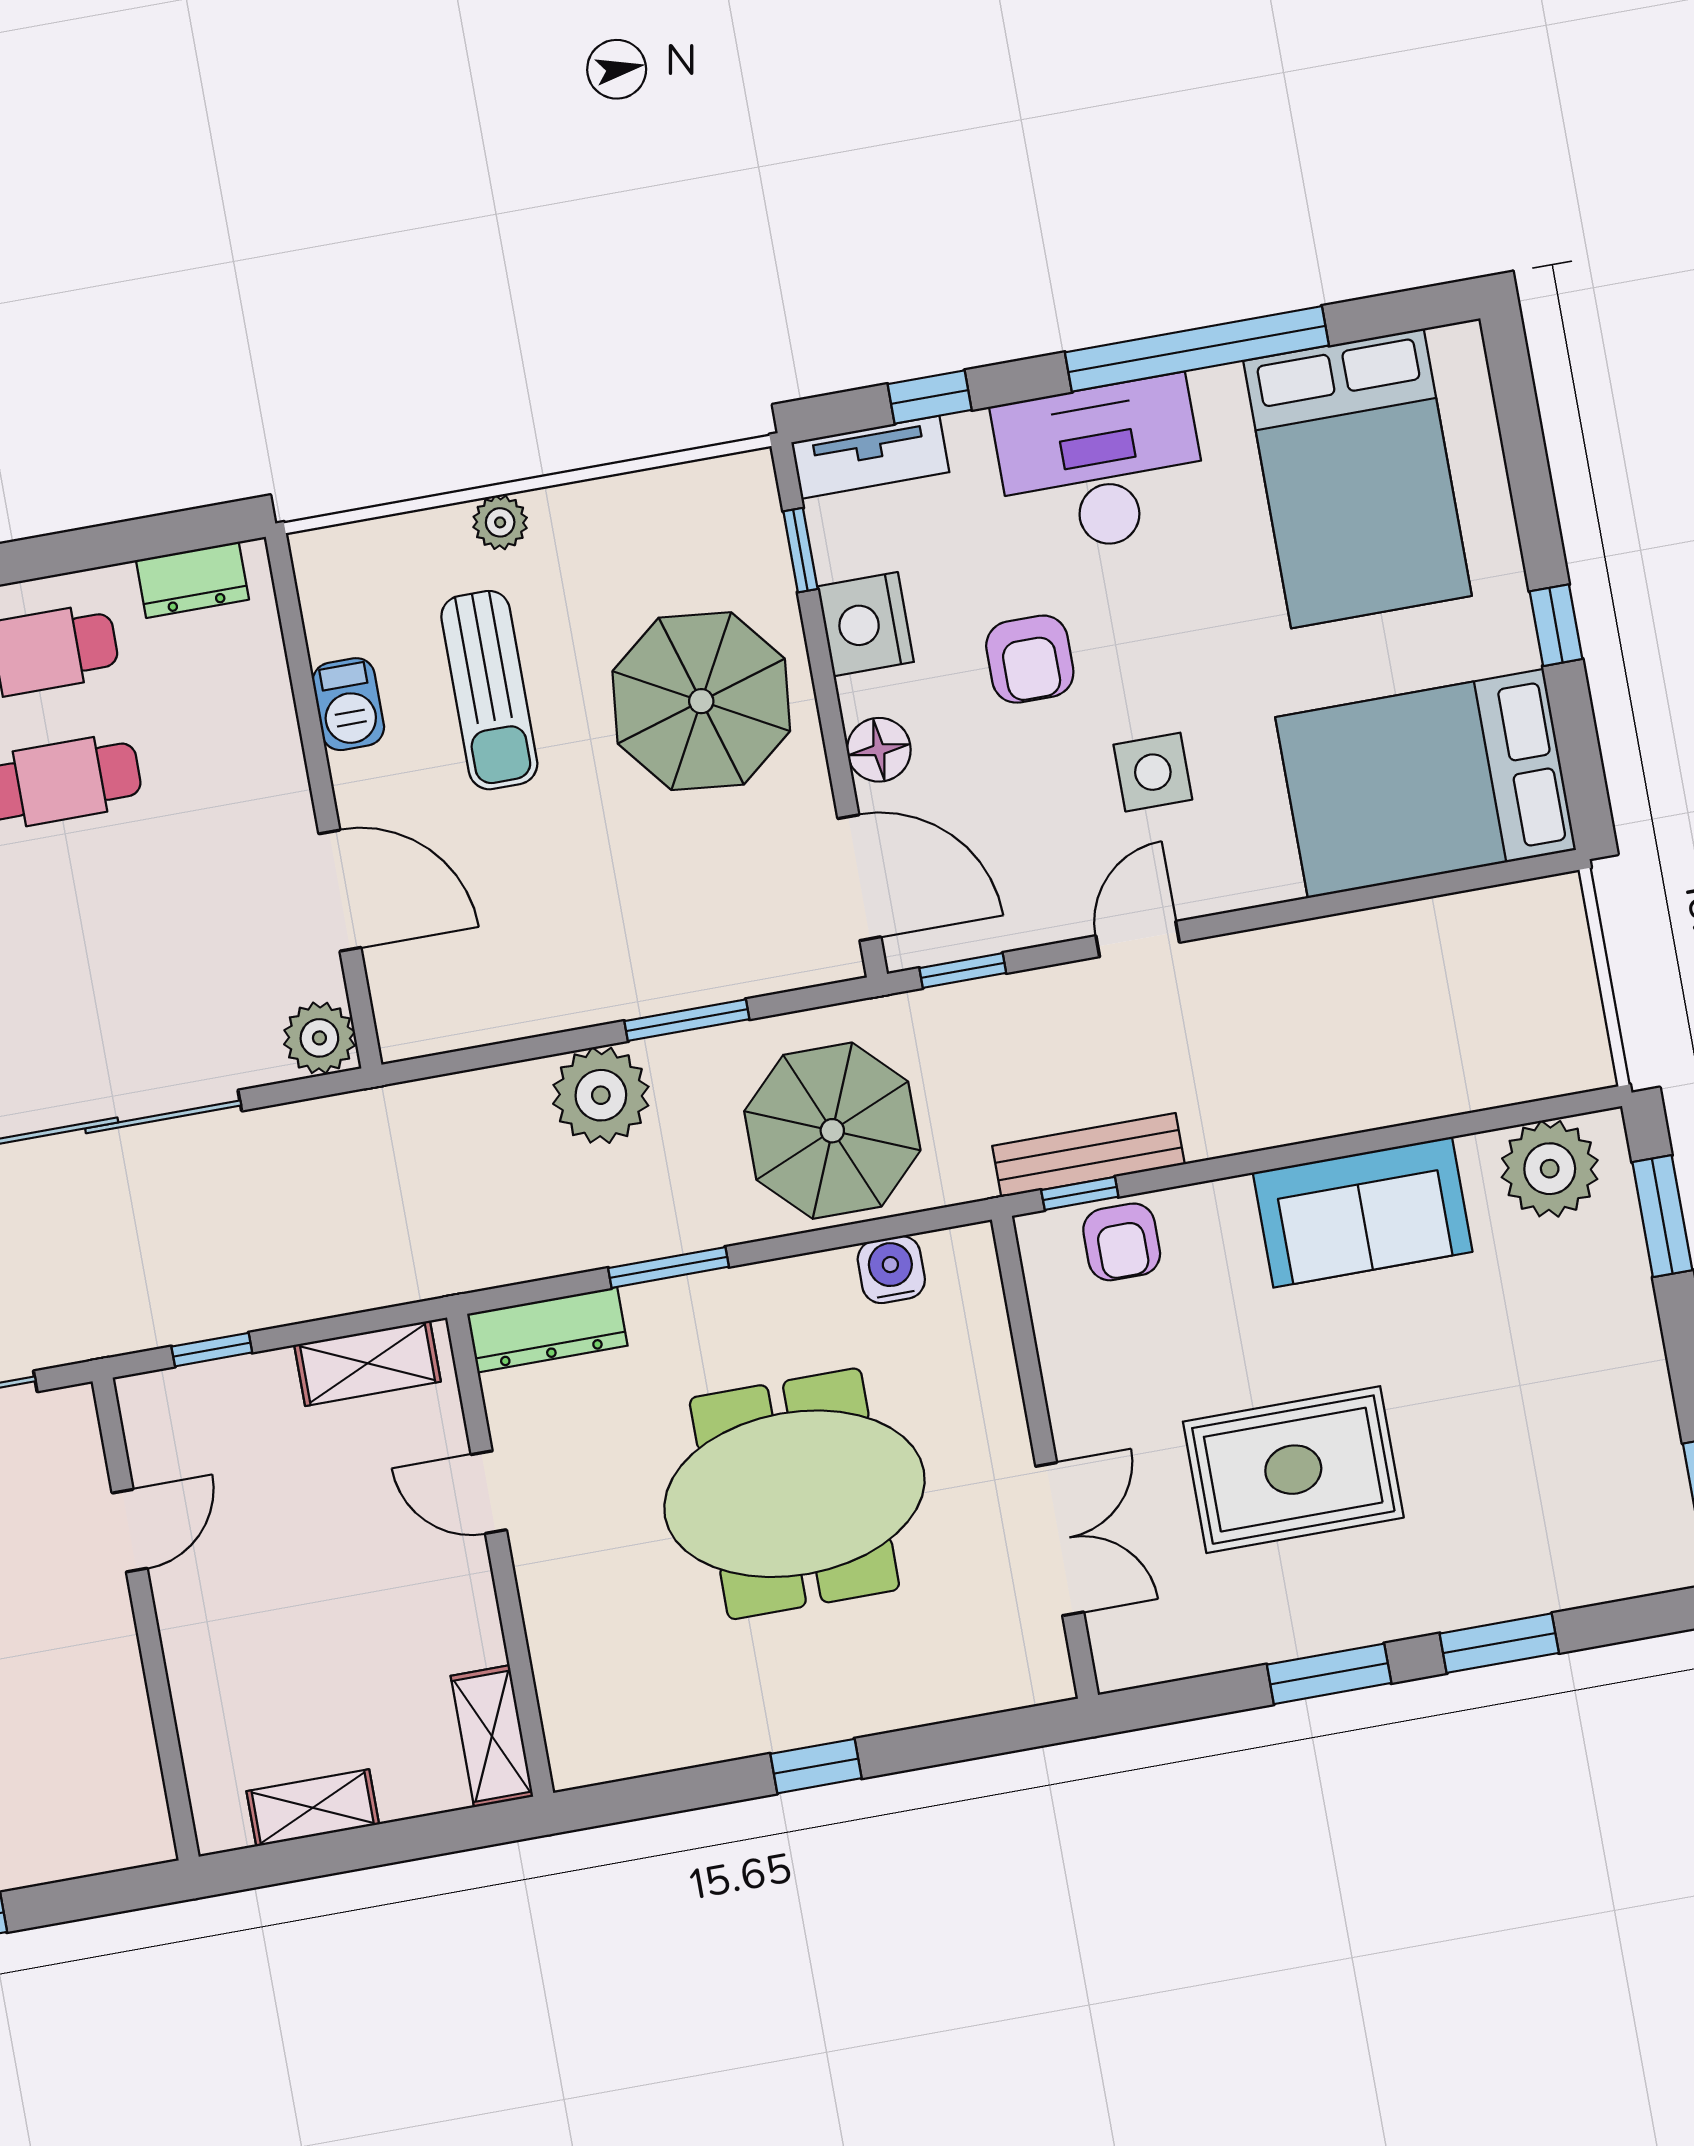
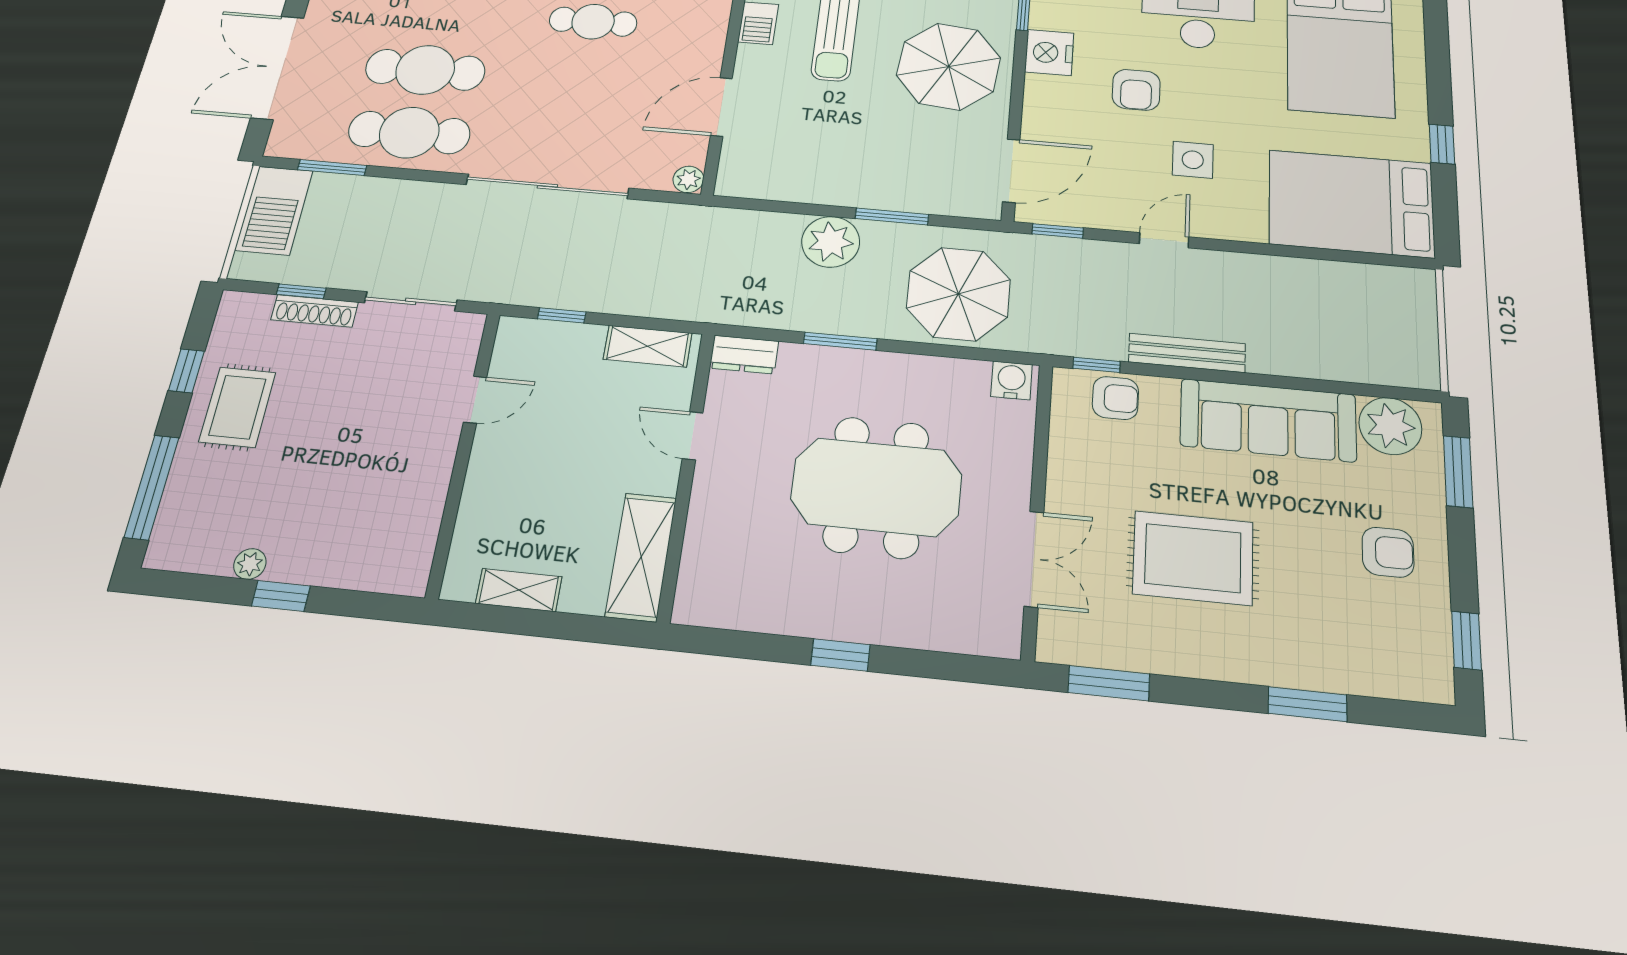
floor lamp: (879, 750) -> (1040, 112), removed
door: (859, 878) -> (1011, 171), hinge flipped
door: (340, 891) -> (721, 107), swing flipped
plant: (319, 1038) -> (688, 179), width x0.73, depth x0.73
bench: (1089, 1155) -> (1187, 353), moved
sofa: (1363, 1212) -> (1268, 420), width x1.36
armchair: (1122, 1242) -> (1115, 398), turned -90
water cooler: (891, 1270) -> (1011, 380), moved
dresser: (547, 1330) -> (744, 355), width x0.70
armchair: (1577, 1377) -> (1388, 552), added
window: (1329, 1674) -> (1109, 683), moved
shelving: (492, 1736) -> (641, 557), width x1.50, depth x1.33

